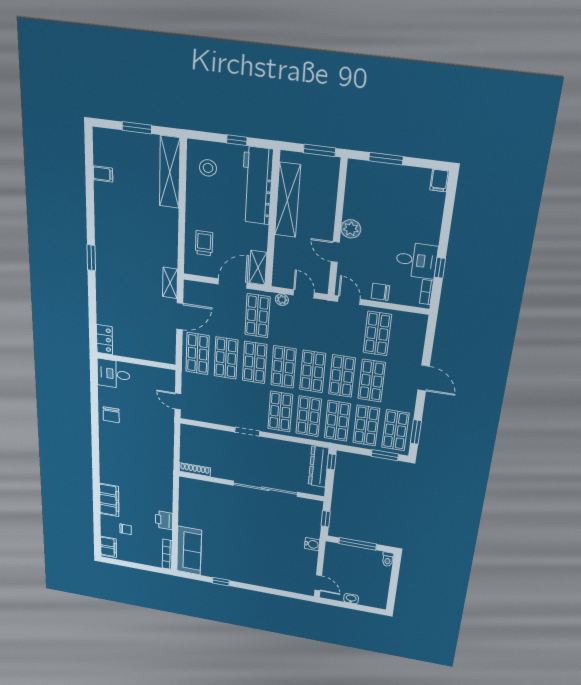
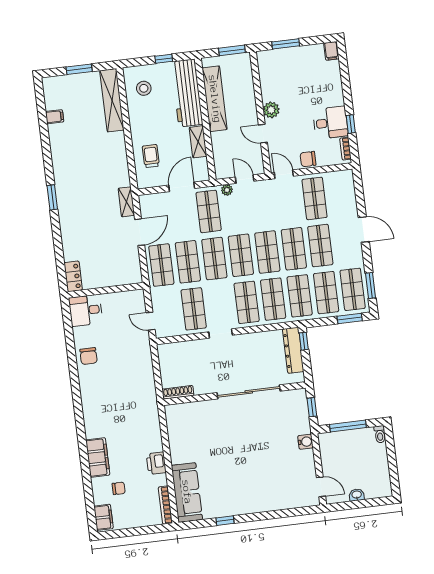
shelving: (258, 268) -> (198, 142), moved
shop shelf: (224, 402) -> (194, 309), added

